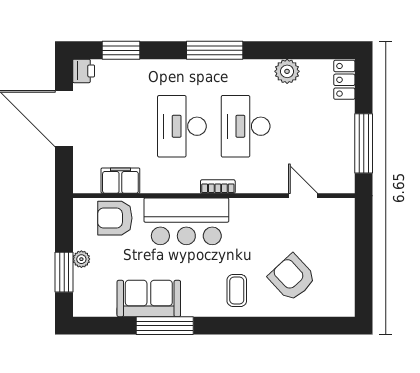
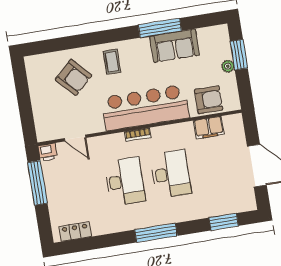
printer: (84, 71) -> (48, 152), moved, turned -90
plant: (287, 71) -> (101, 226), removed
locker: (344, 80) -> (75, 232), moved, turned -90
bar counter: (186, 221) -> (145, 108), width x1.36

